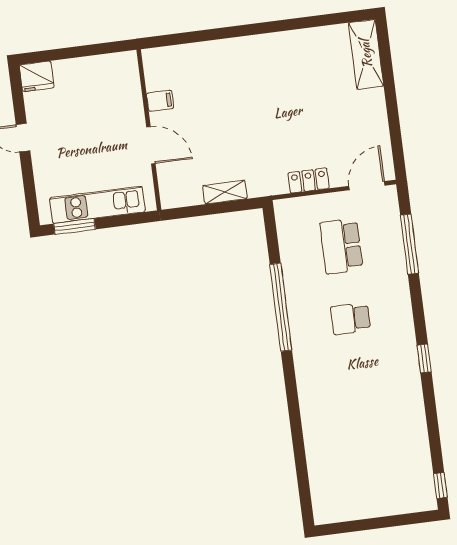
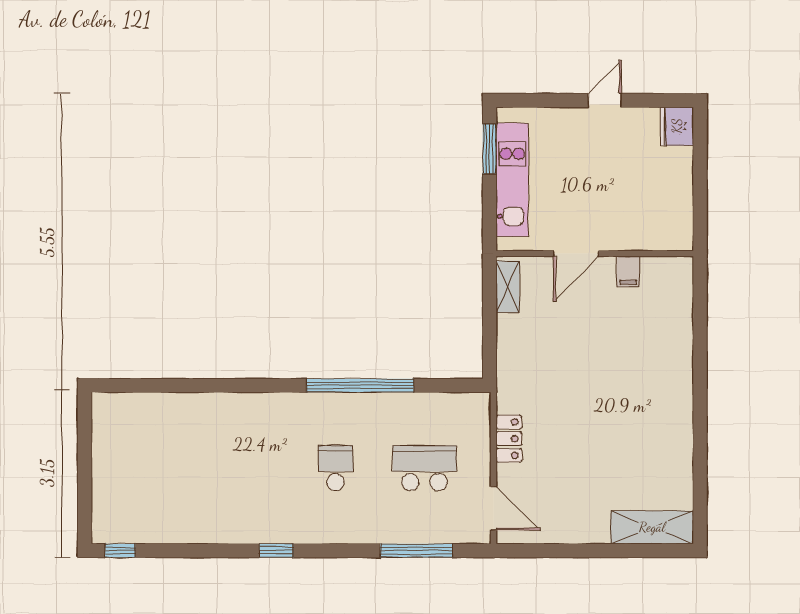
shelving: (225, 192) -> (508, 287), moved

